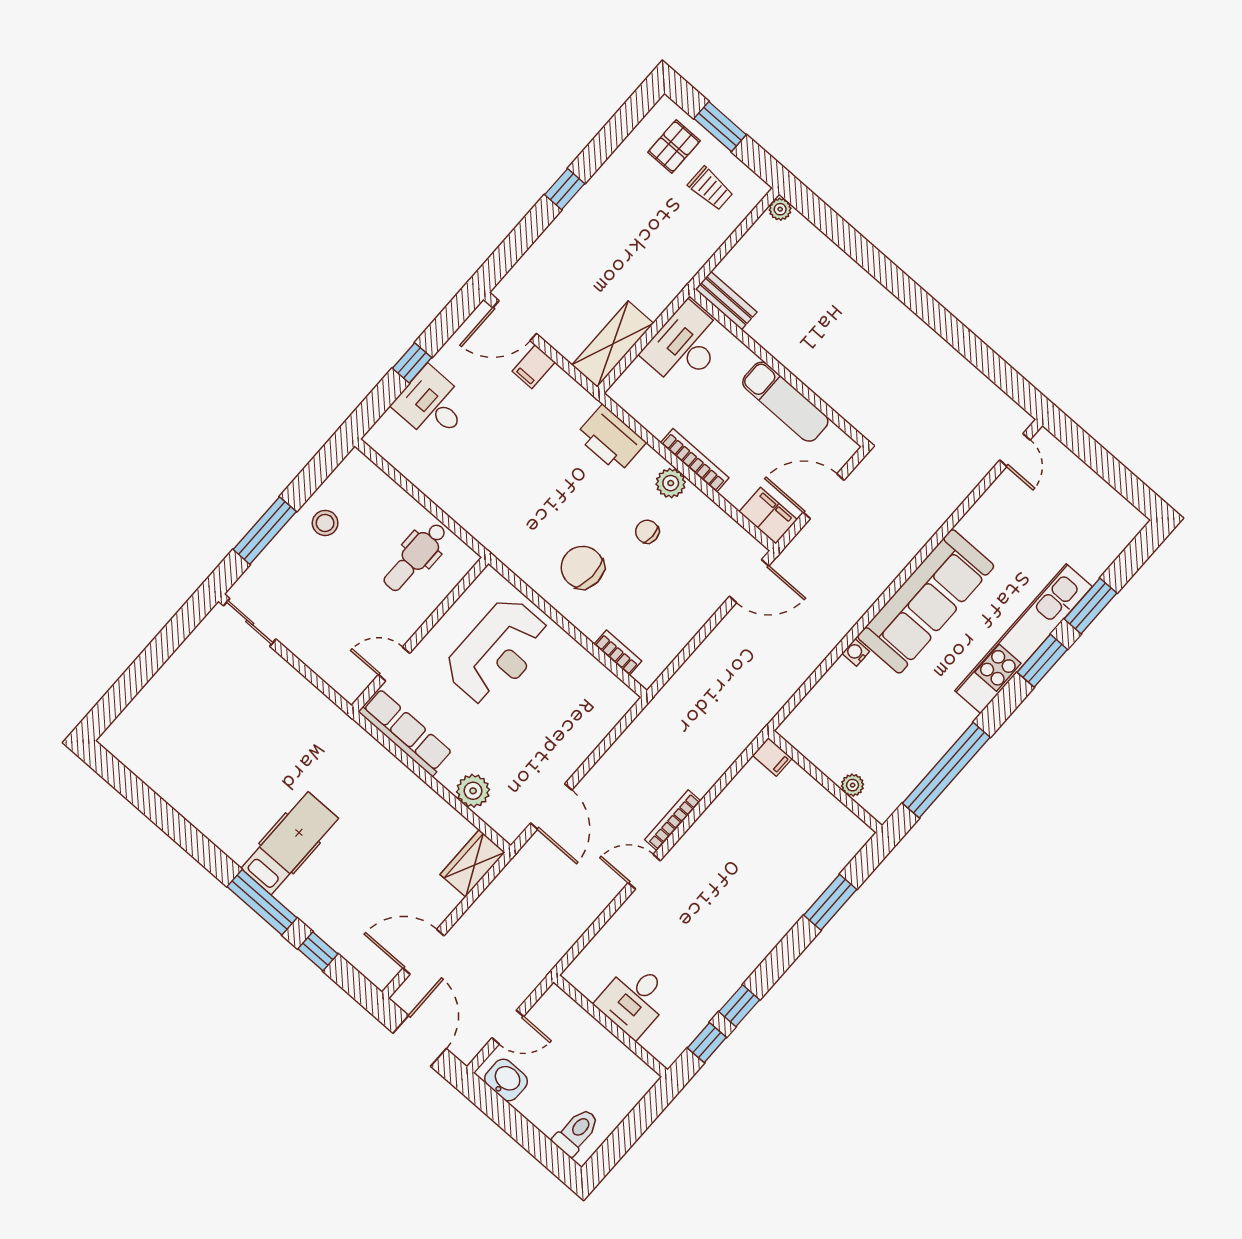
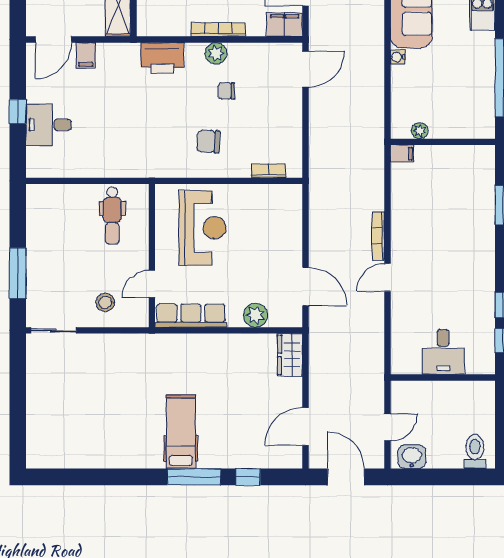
stool: (325, 523) -> (105, 302), moved
chair: (582, 567) -> (208, 141), width x0.73, depth x0.73
plant: (853, 785) -> (420, 131), moved

